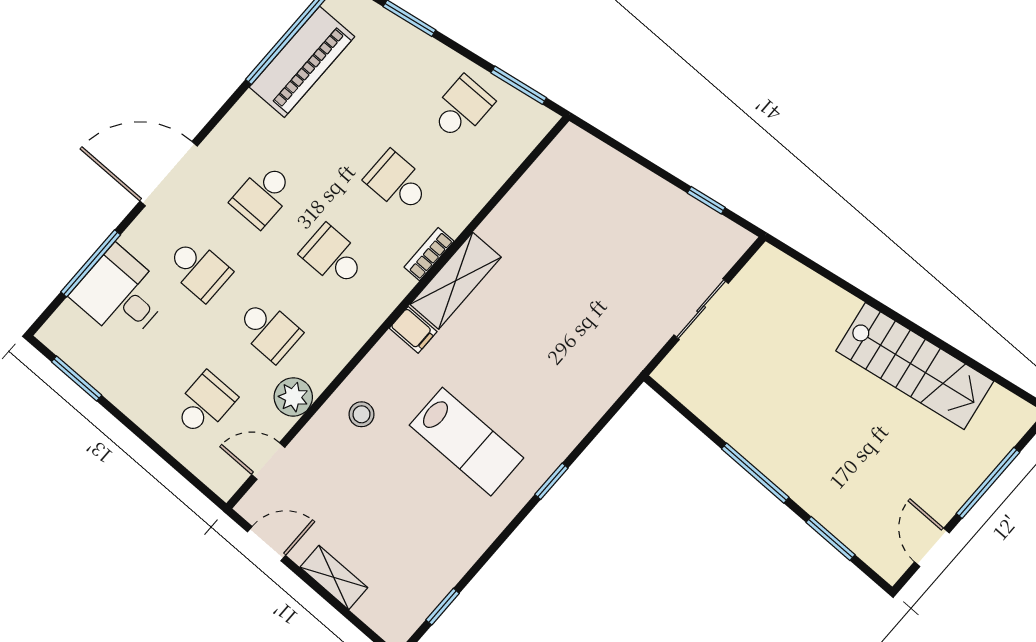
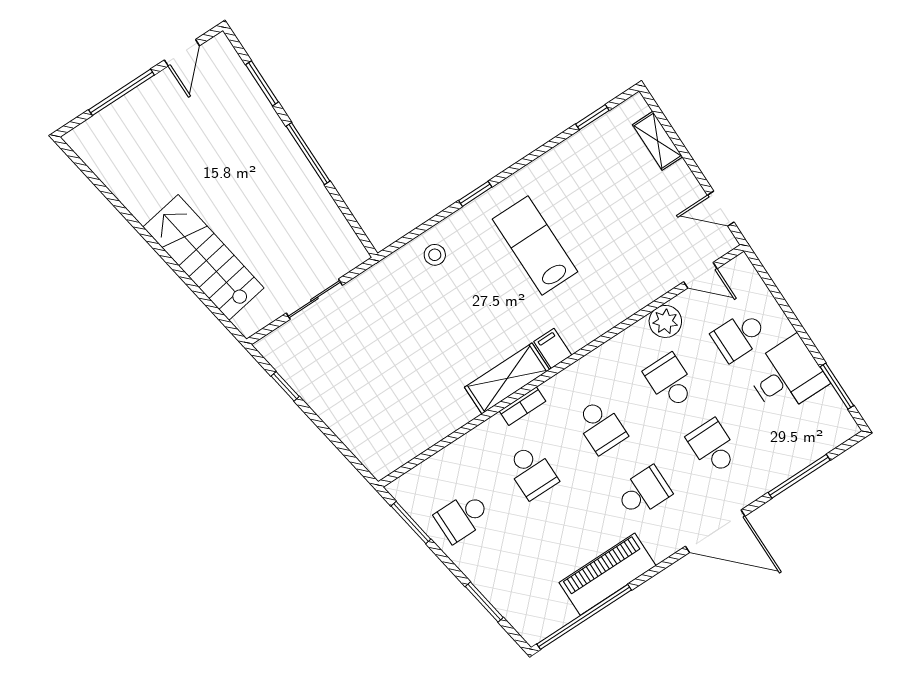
piano: (302, 62) -> (607, 574), moved
desk: (121, 294) -> (787, 376), moved, turned -90
stairs: (915, 366) -> (203, 257), moved
stool: (361, 414) -> (435, 255), moved
shelving: (334, 577) -> (658, 141), moved

